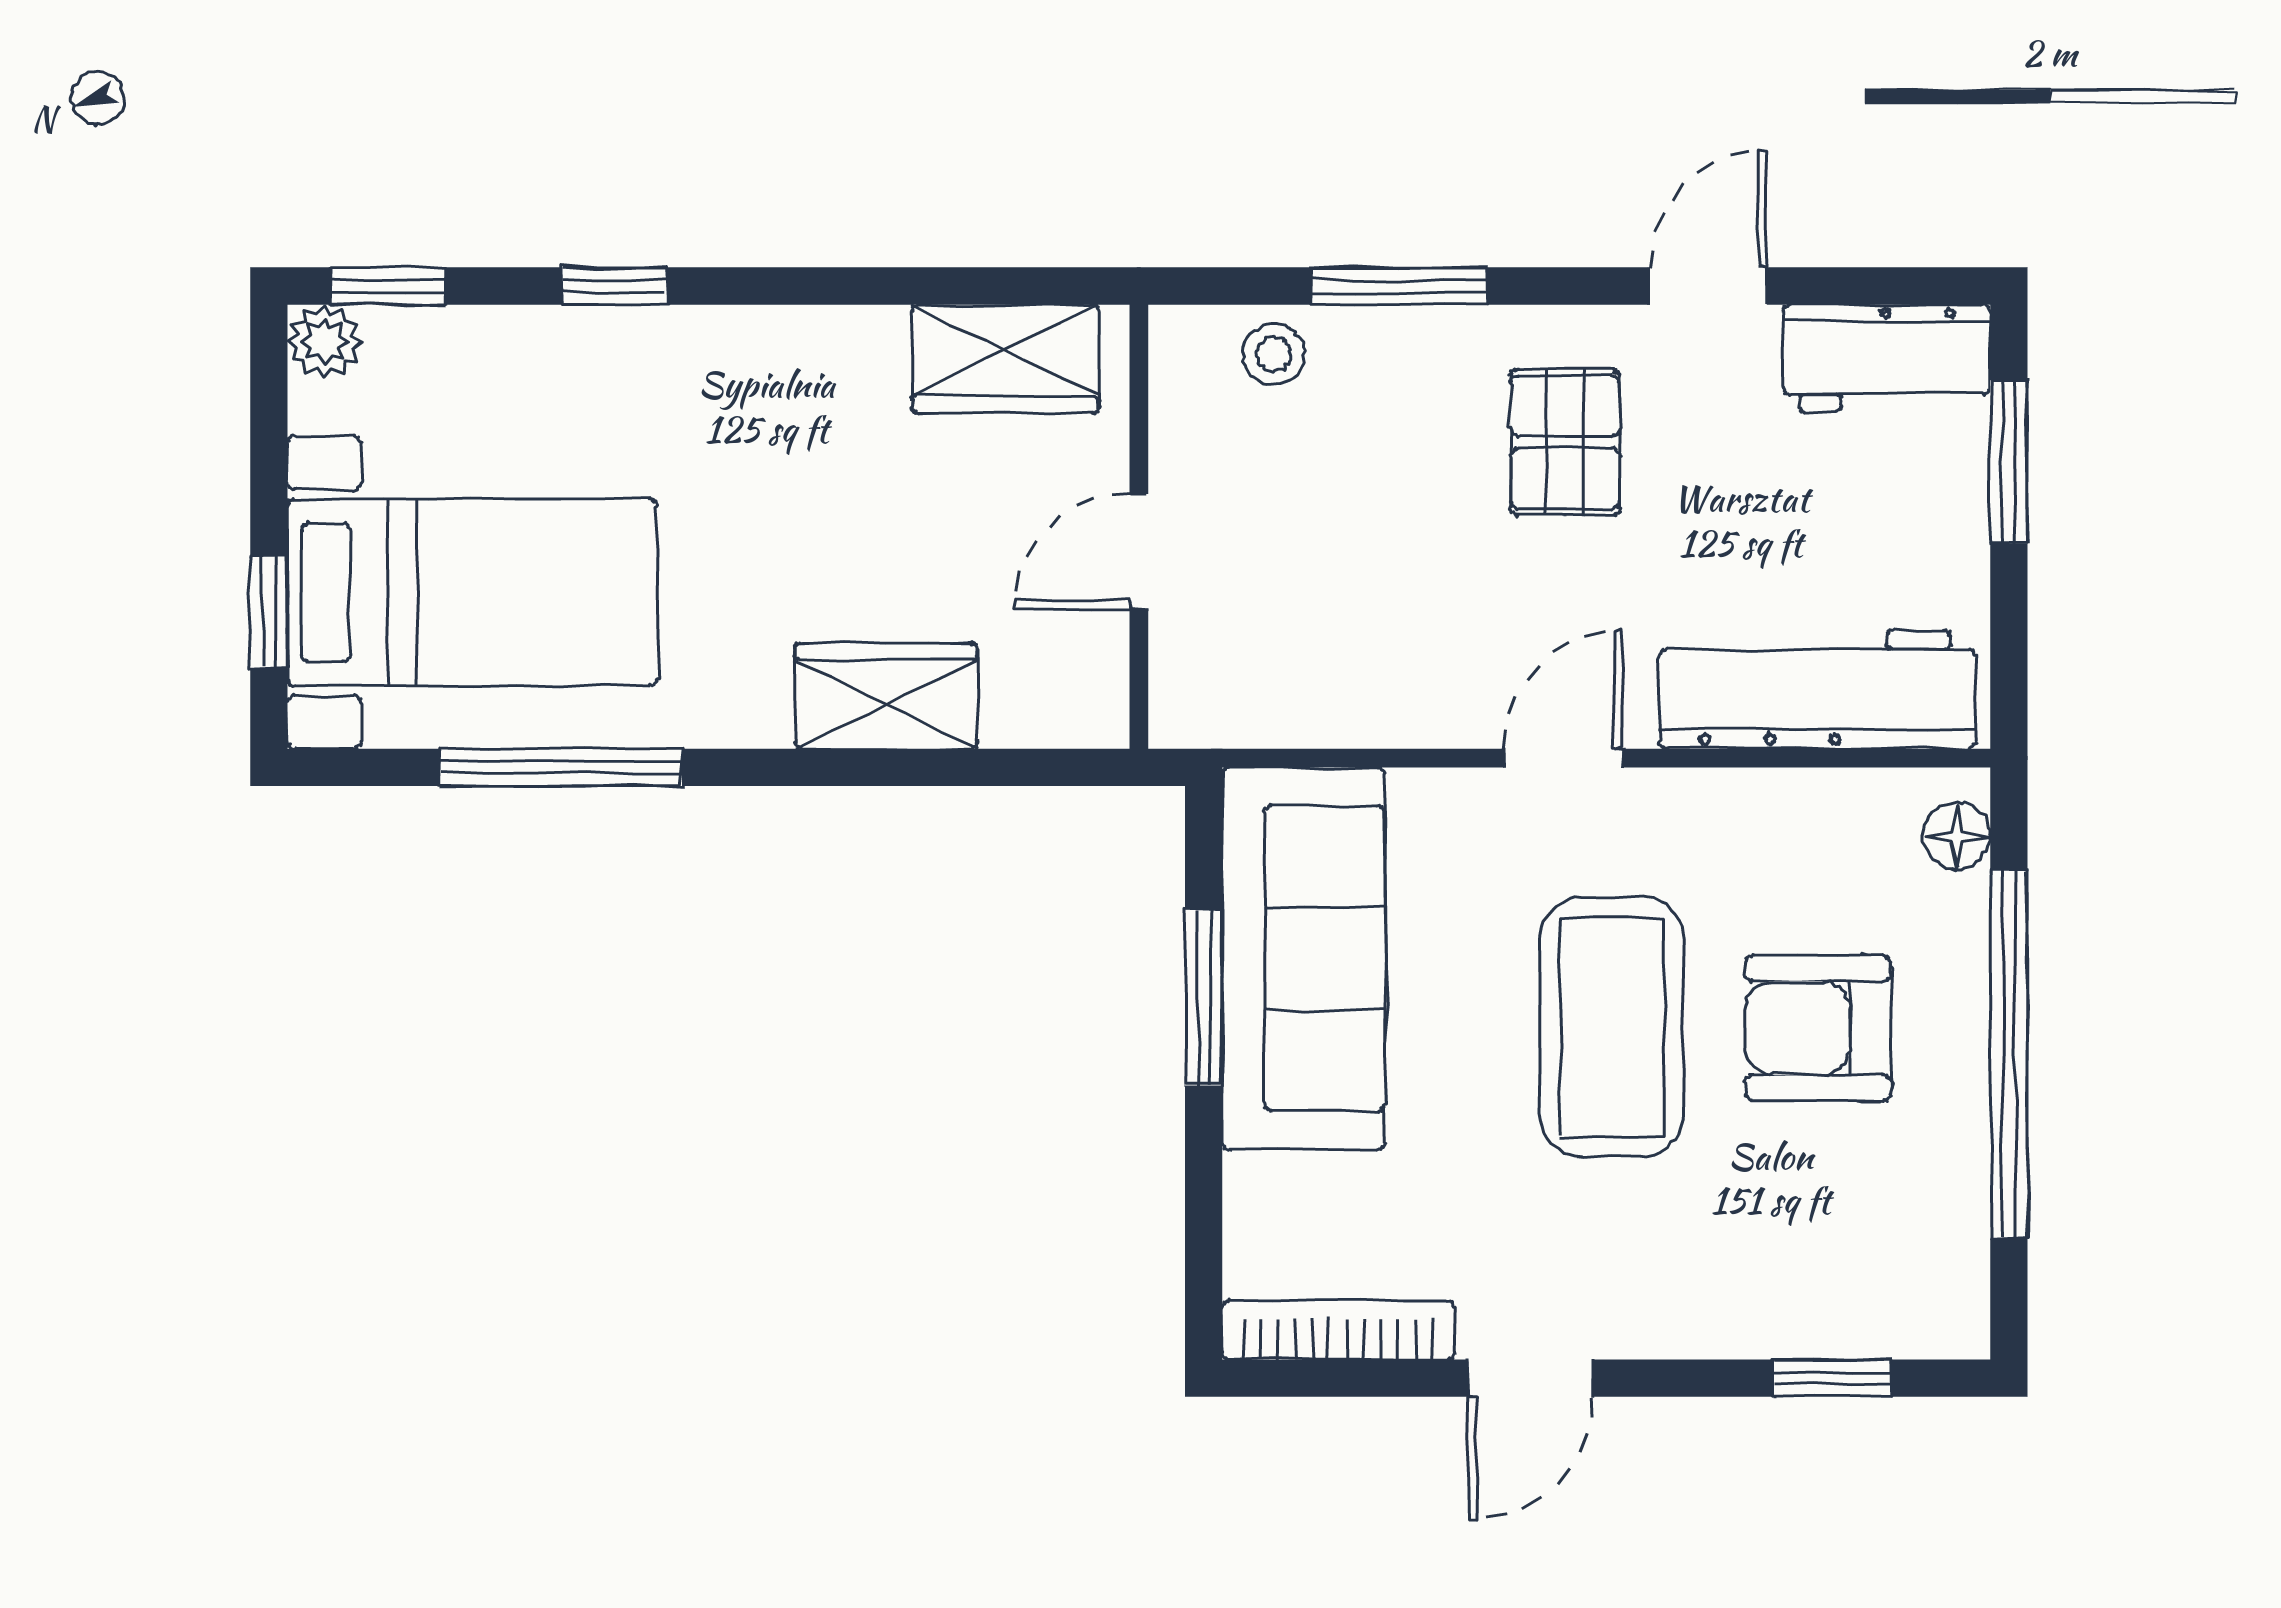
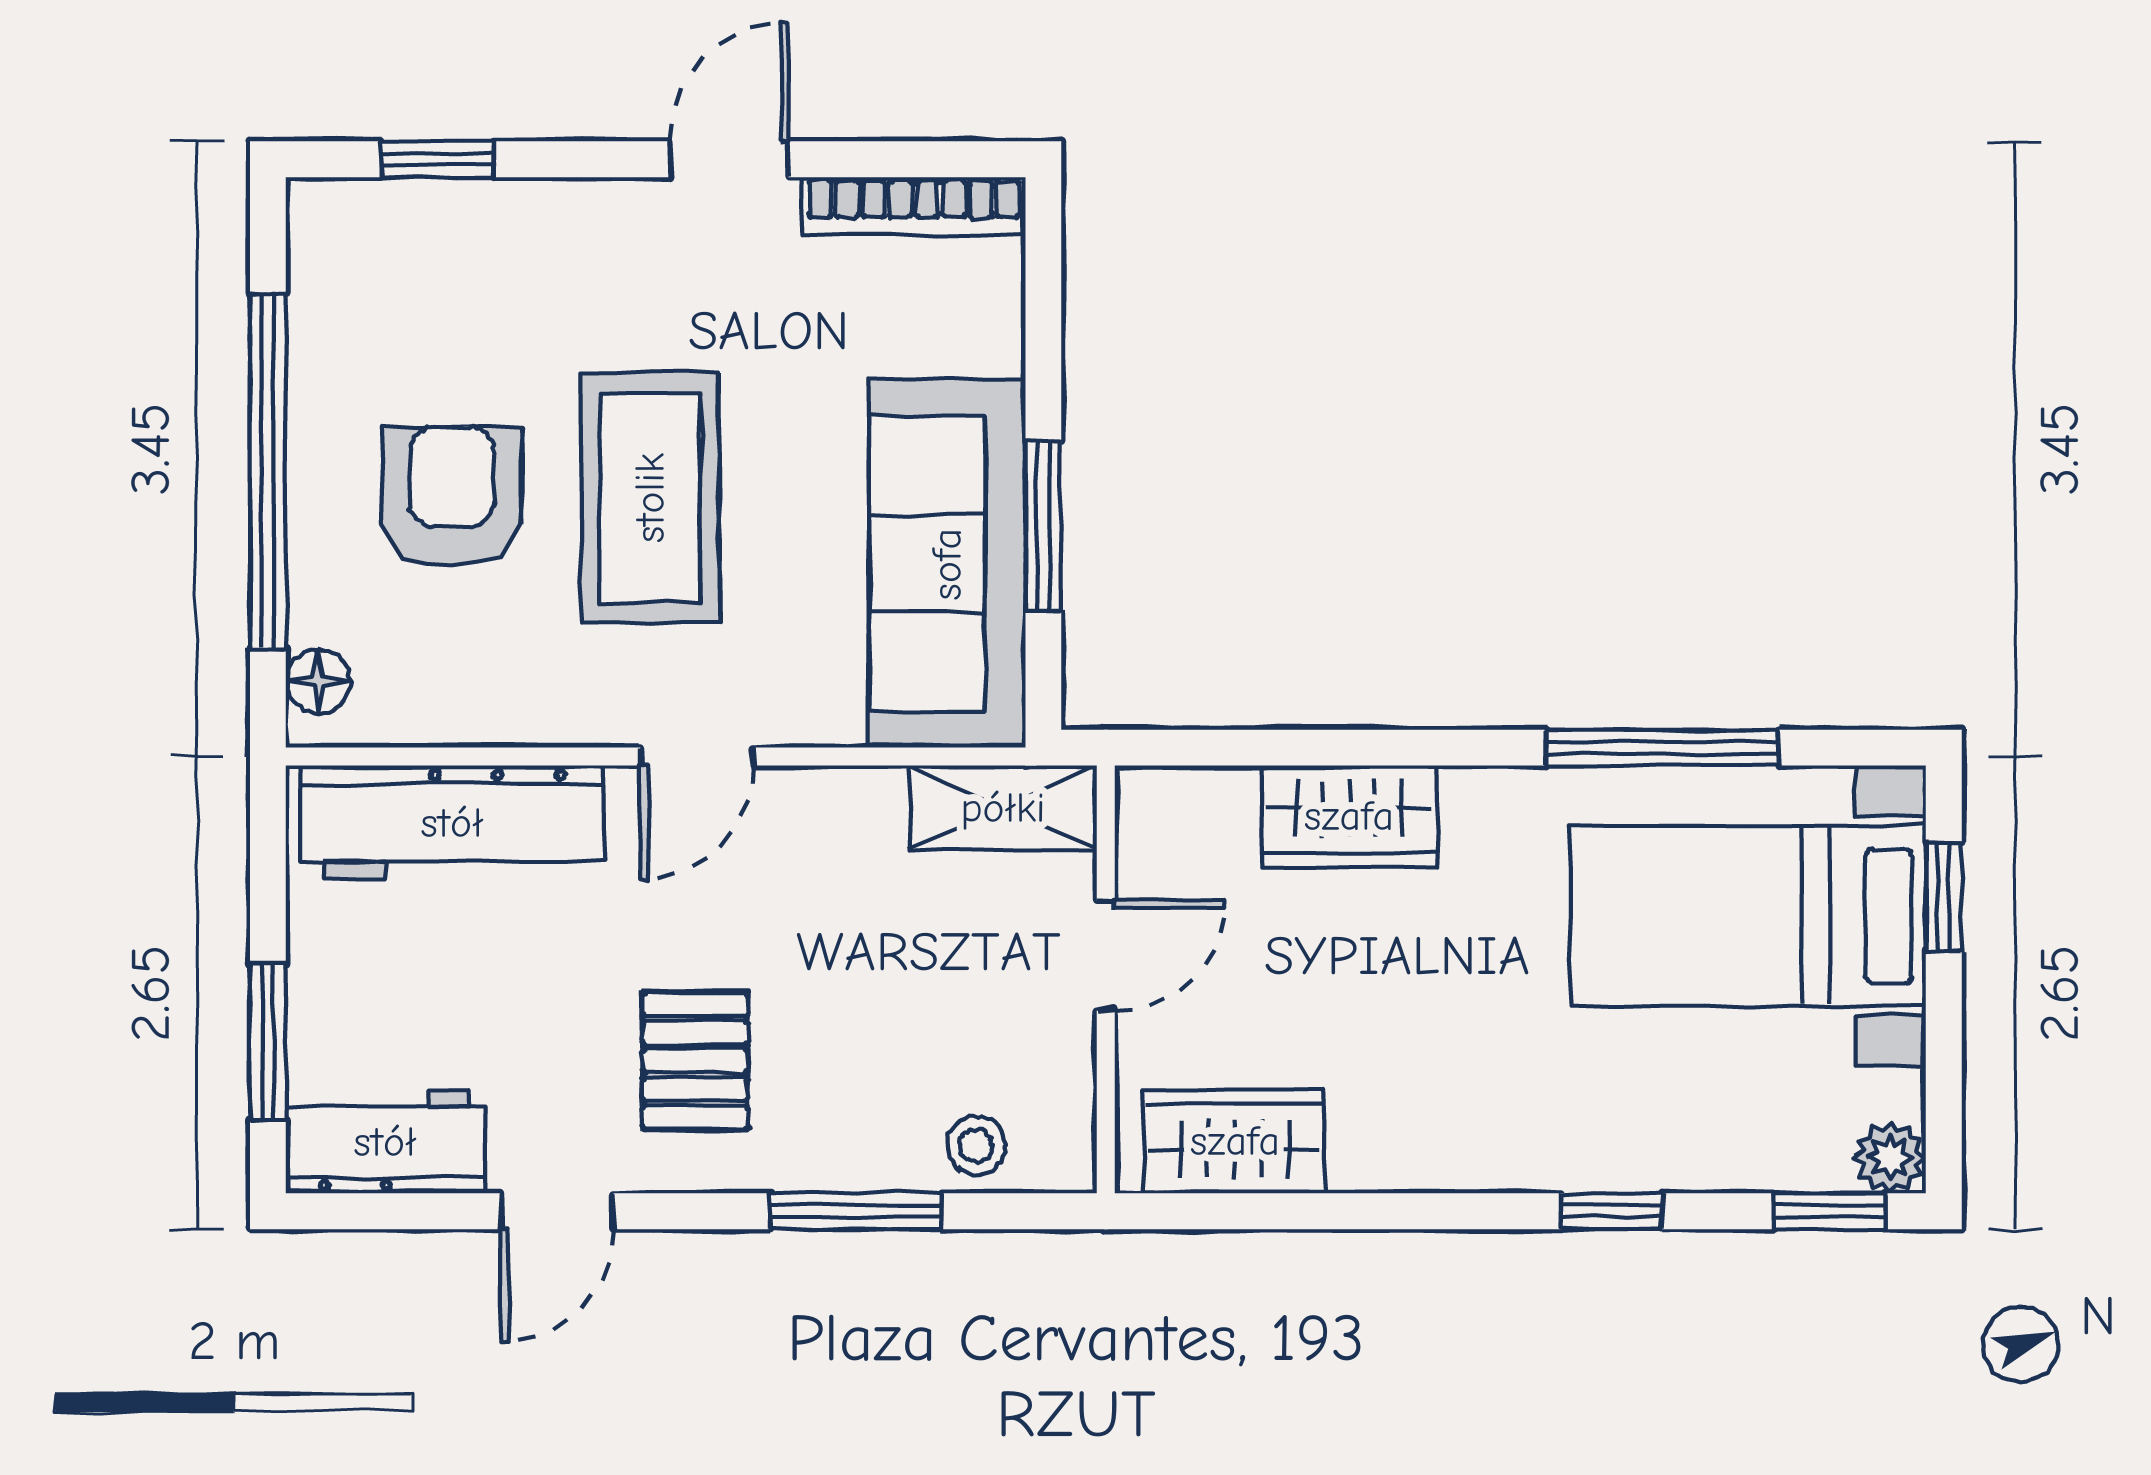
shelving: (1246, 705) -> (1003, 808), added
armchair: (1818, 1028) -> (452, 496), turned -90

